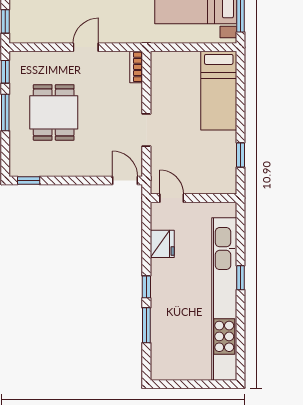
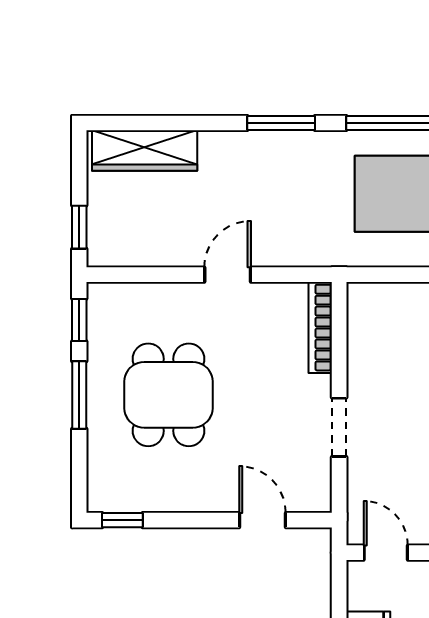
bookcase: (136, 67) -> (320, 328), width x1.56
door: (125, 180) -> (262, 520), moved

